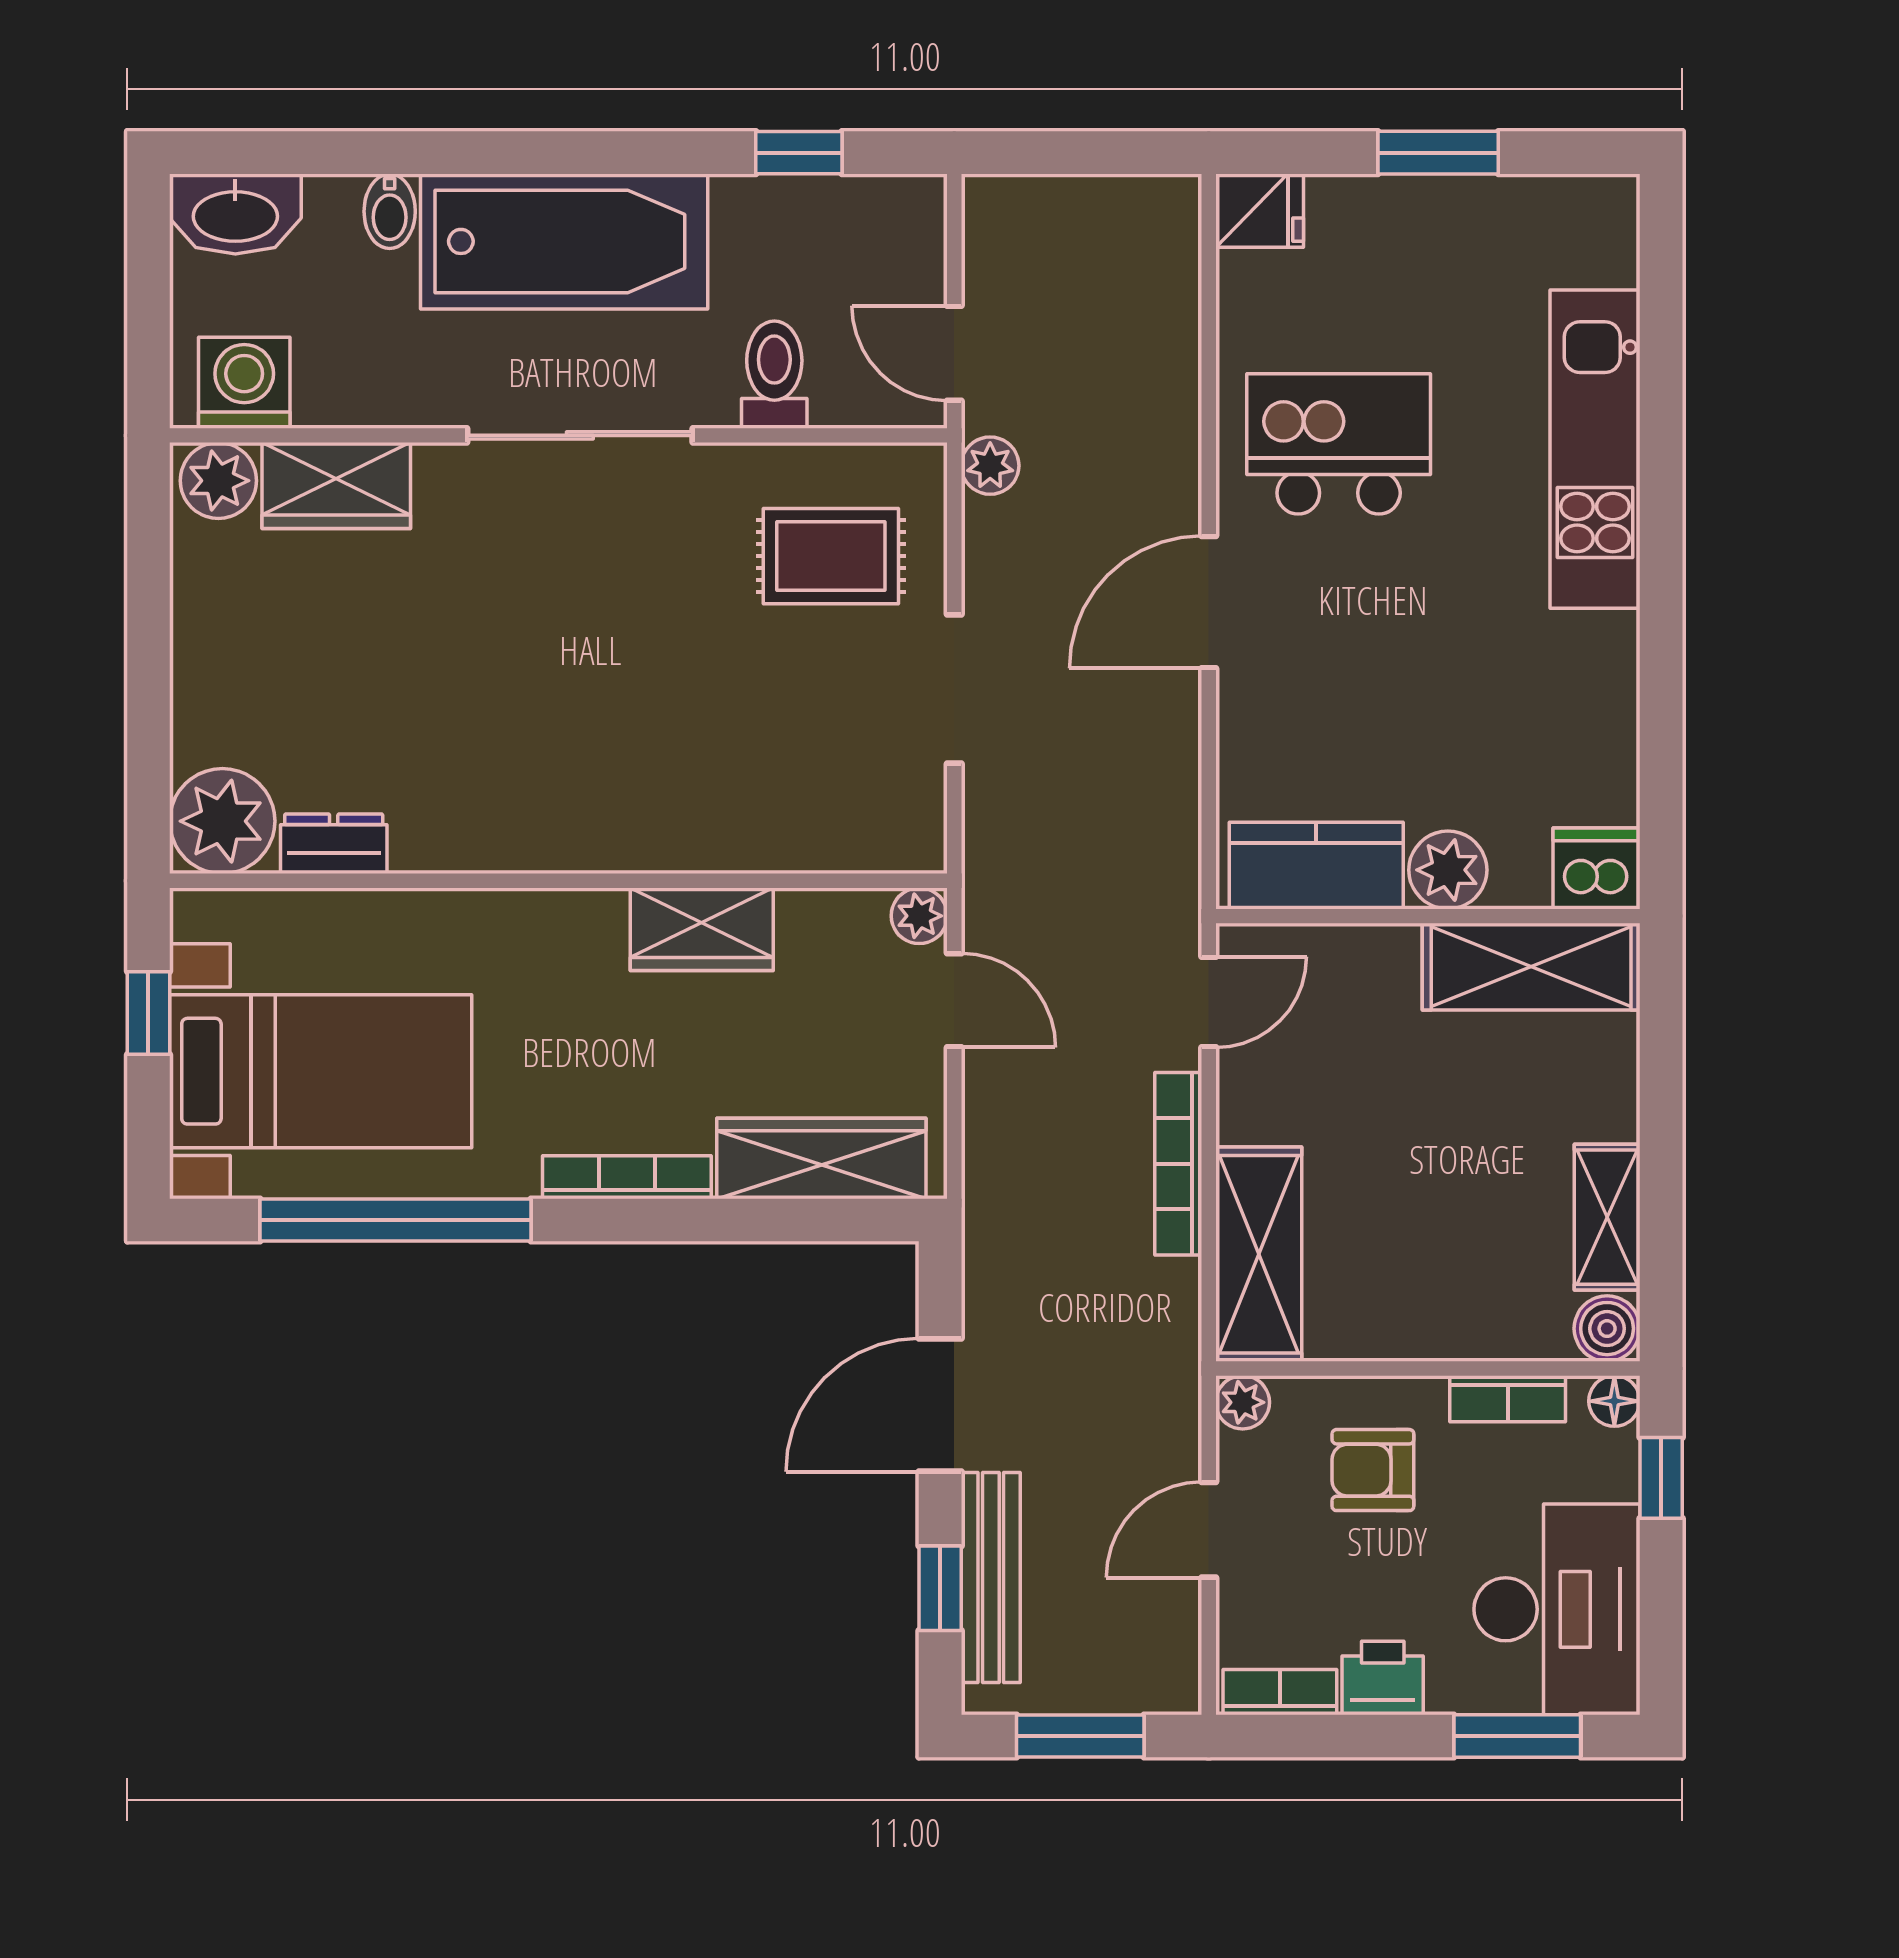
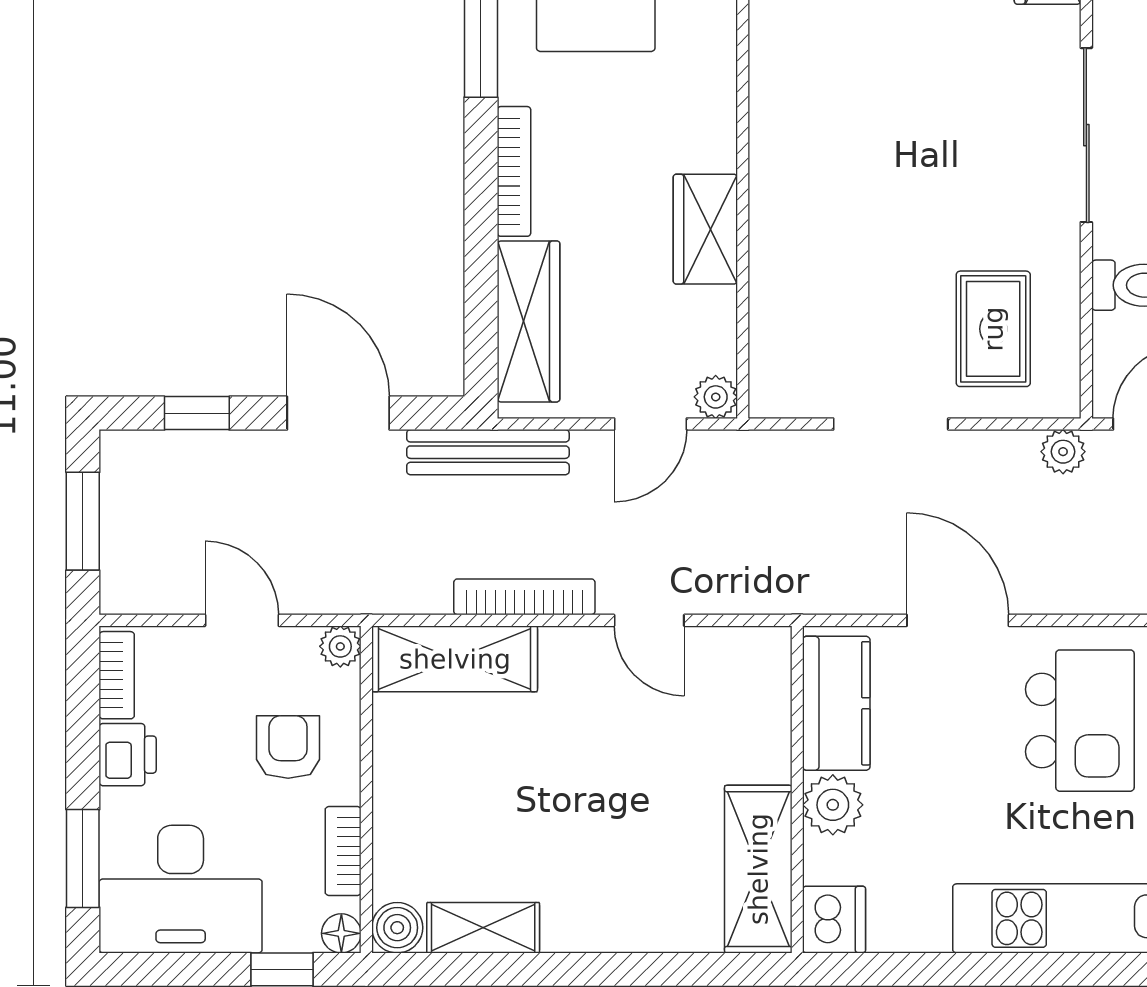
kitchen counter: (1316, 866) -> (836, 703), moved
dishwasher: (1596, 868) -> (834, 920), moved
plant: (1448, 870) -> (833, 805), moved
wall: (1428, 916) -> (797, 789), moved
shelving: (1531, 967) -> (758, 869), moved
bench: (991, 1578) -> (488, 452), moved

